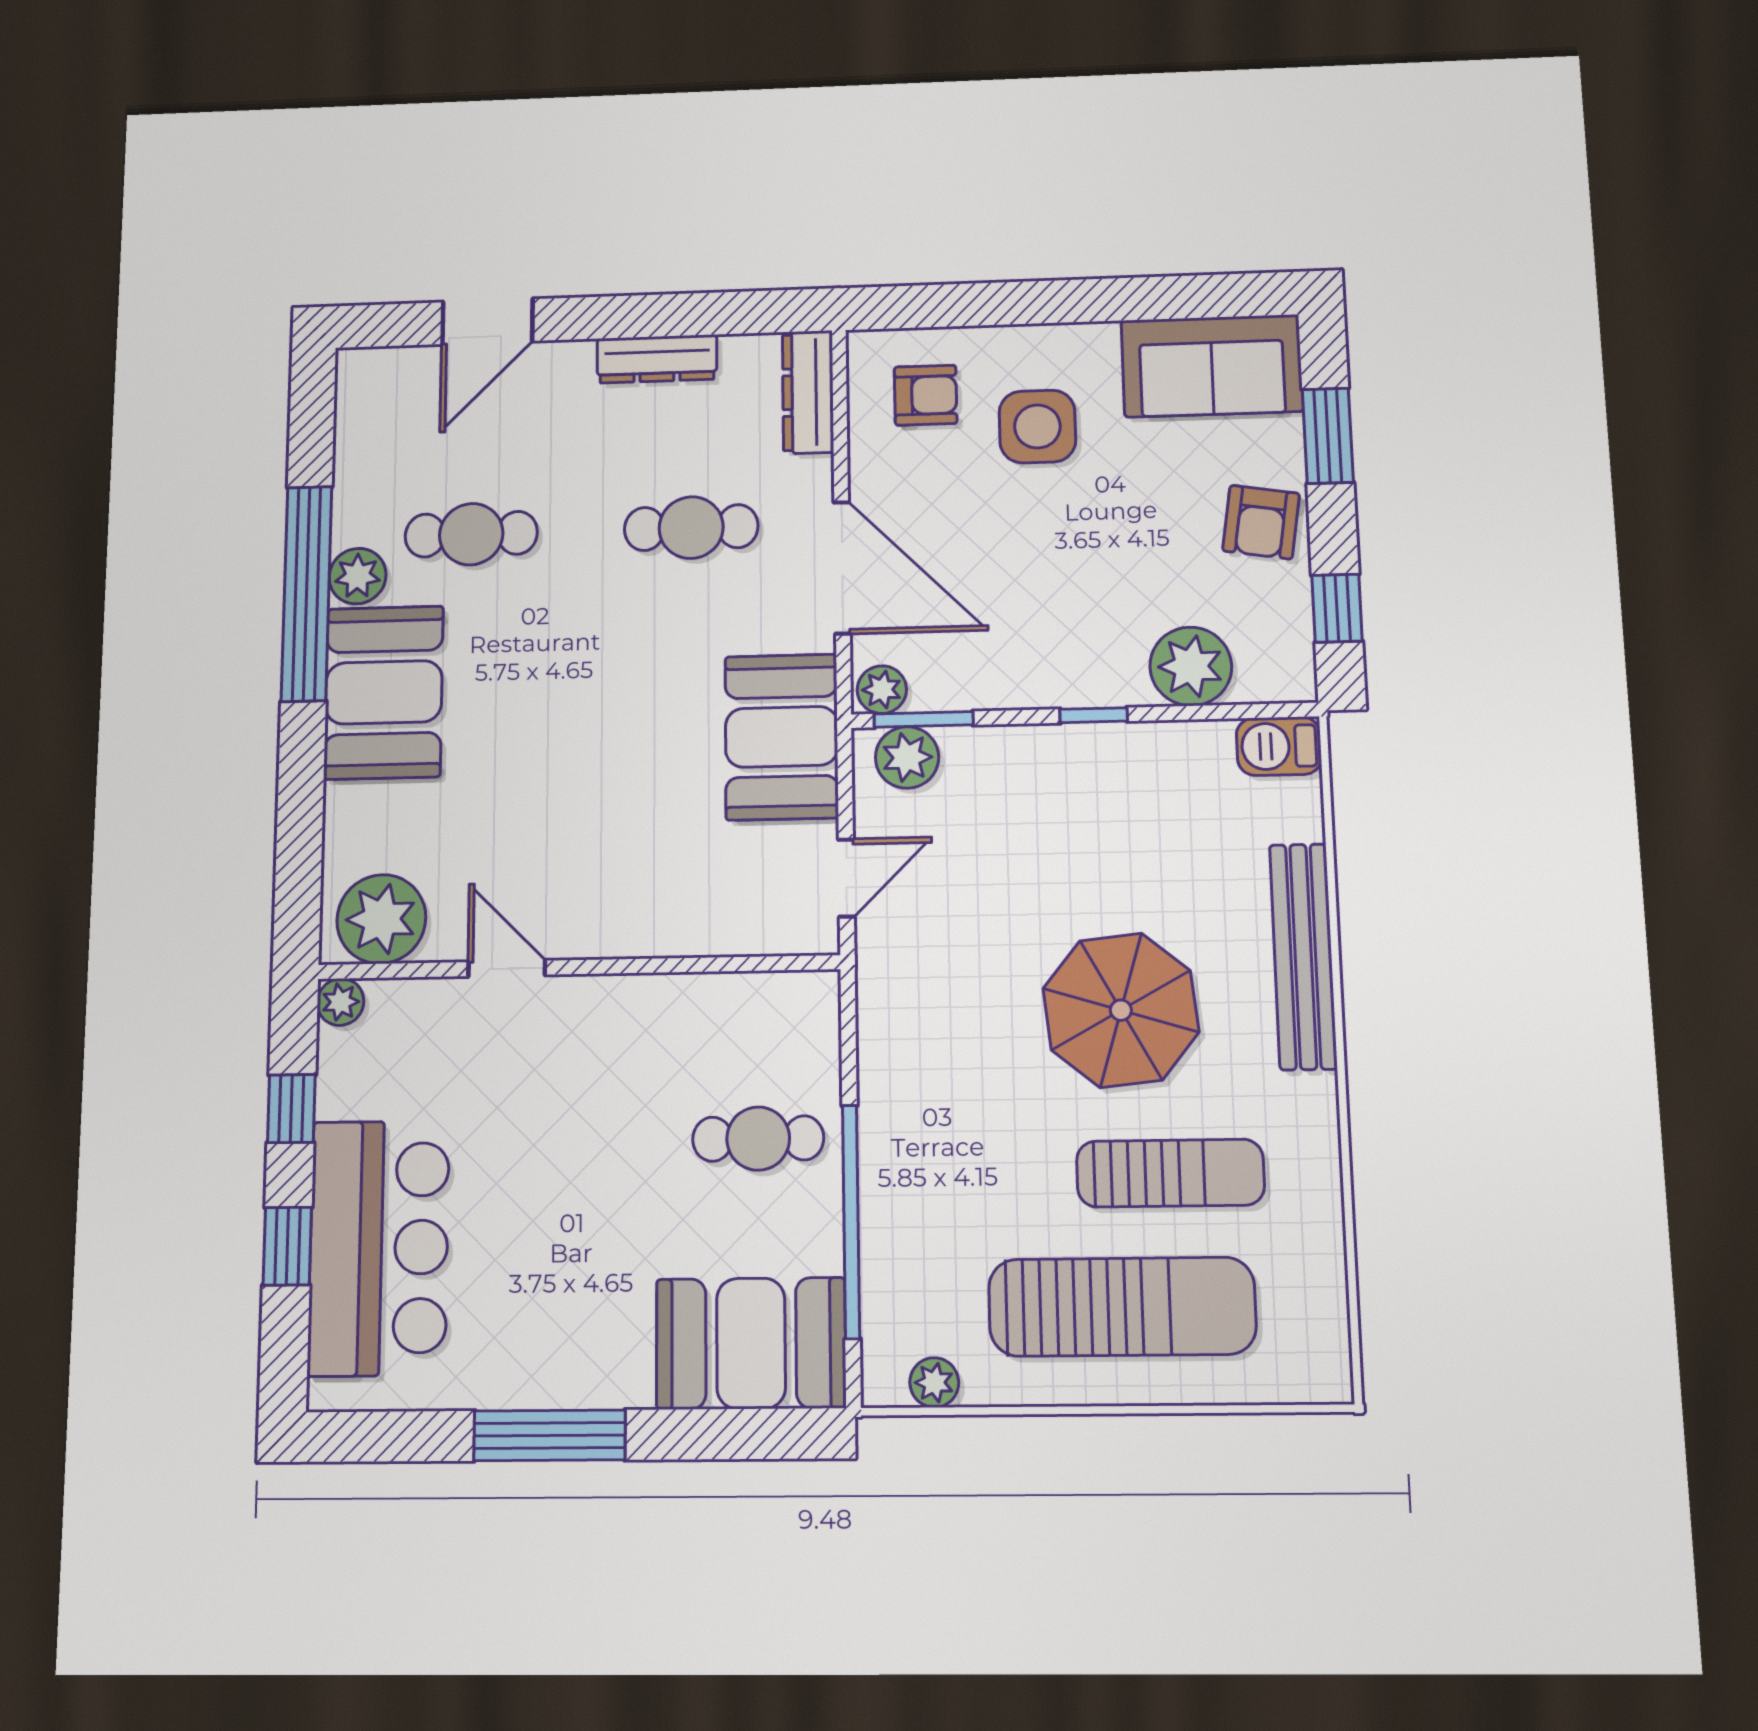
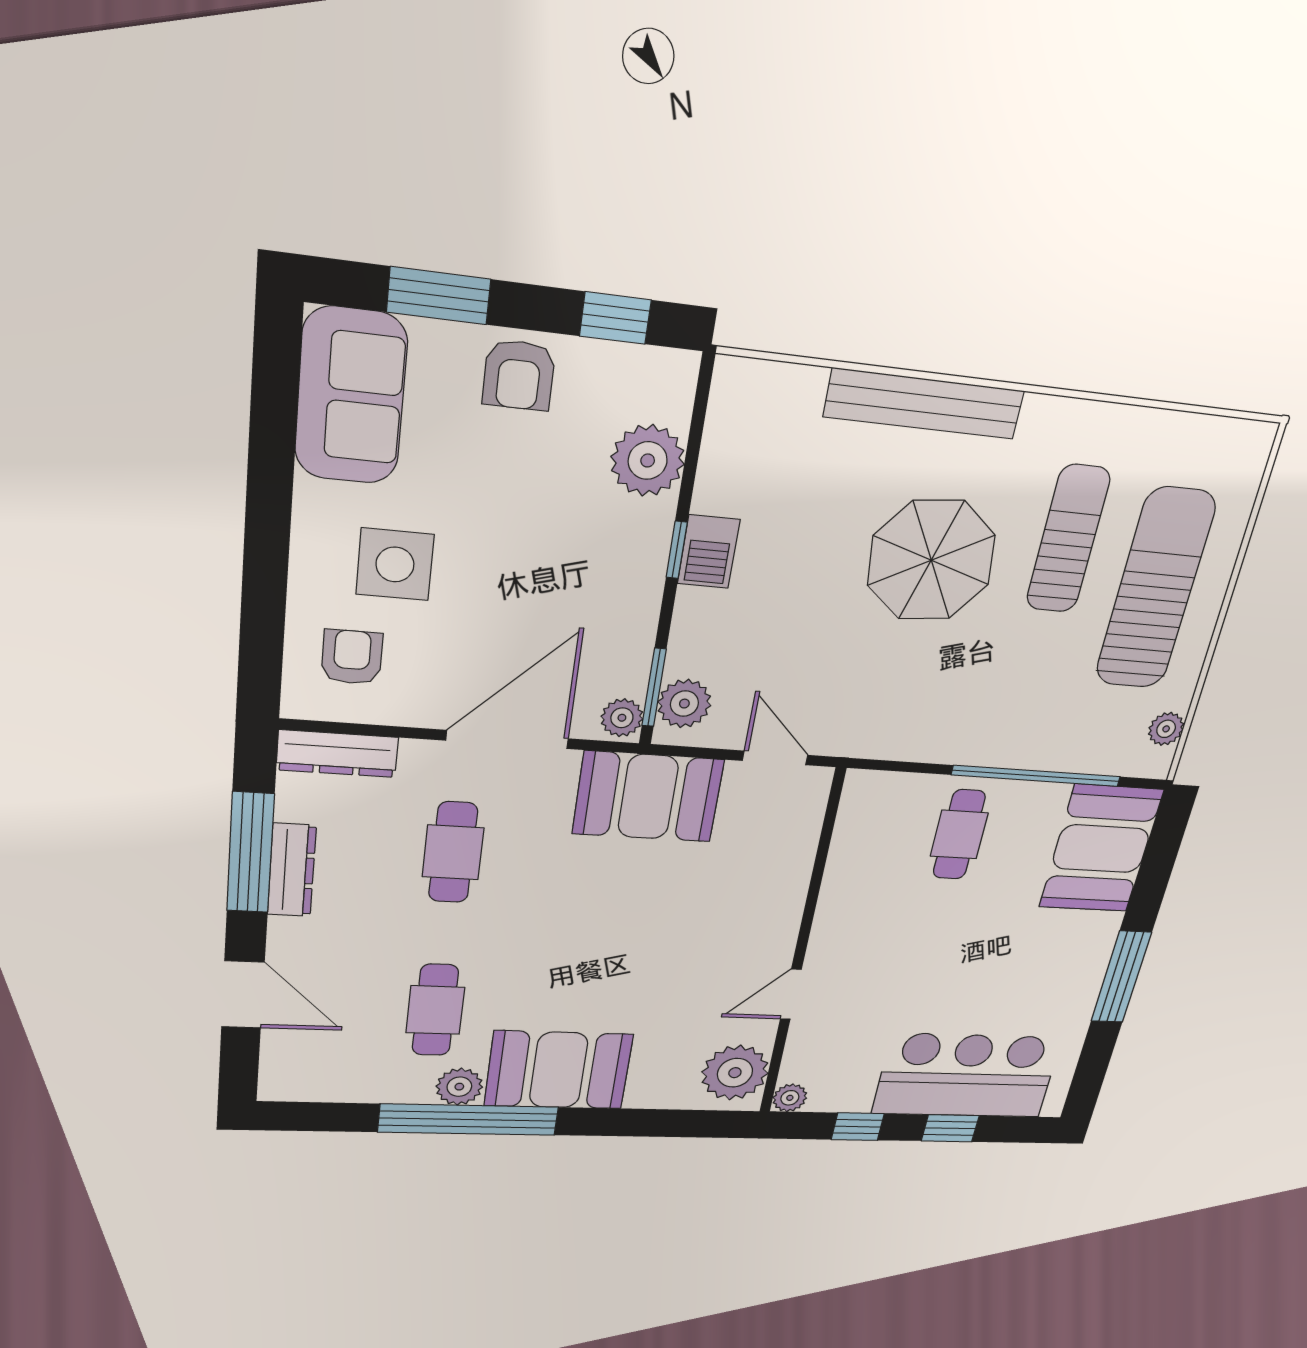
window: (677, 315) -> (250, 853), added
armchair: (1261, 522) -> (519, 375), turned 81
barbecue: (1279, 746) -> (709, 552), moved

